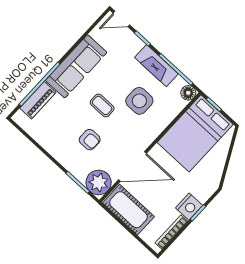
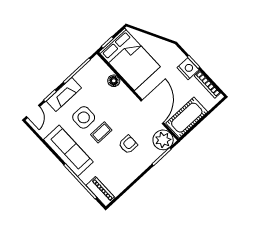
fireplace: (156, 66) -> (64, 94), moved
floor lamp: (188, 93) -> (114, 81), moved
piano: (38, 100) -> (101, 192), moved
side table: (139, 101) -> (84, 117), moved

